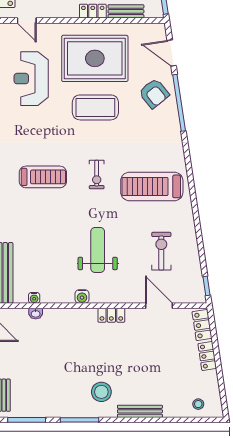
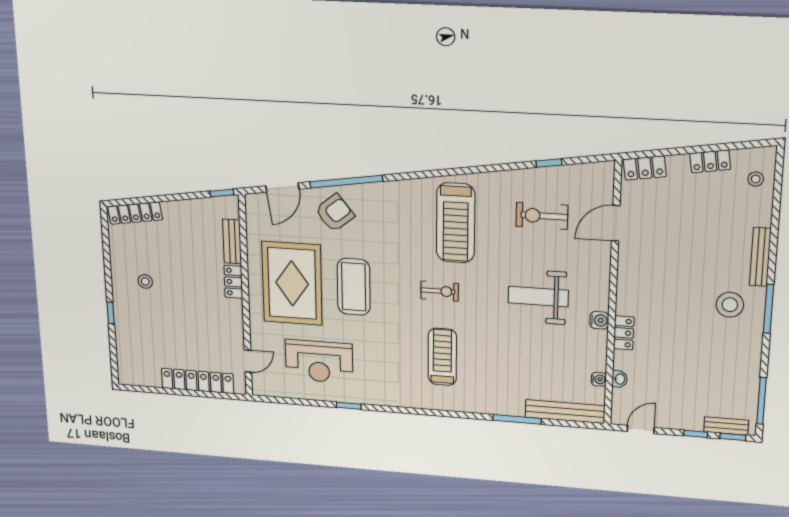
window: (207, 286) -> (549, 163), moved
locker: (111, 315) -> (624, 333), moved
locker: (207, 356) -> (710, 161), moved
window: (80, 420) -> (768, 309), moved

